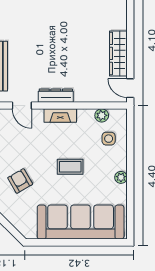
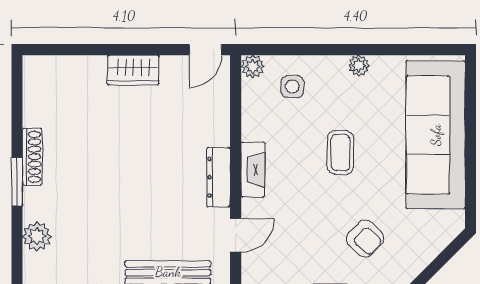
wardrobe: (118, 53) -> (133, 70), width x0.67
plant: (102, 115) -> (253, 67), moved
armchair: (20, 181) -> (365, 239), turned -107

